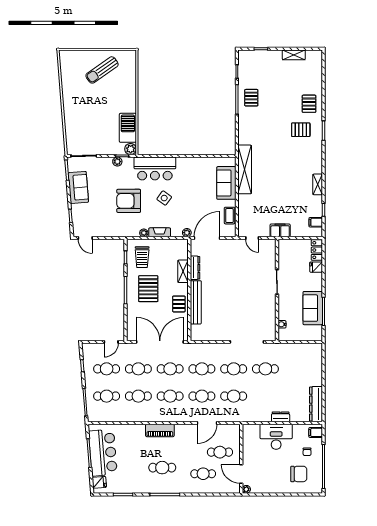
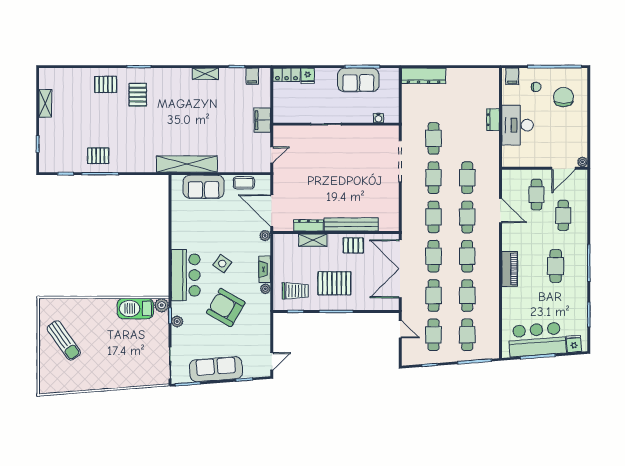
sofa: (78, 187) -> (216, 369), width x1.36
armchair: (129, 201) -> (226, 308), turned 120
dresser: (316, 404) -> (424, 76), moved

